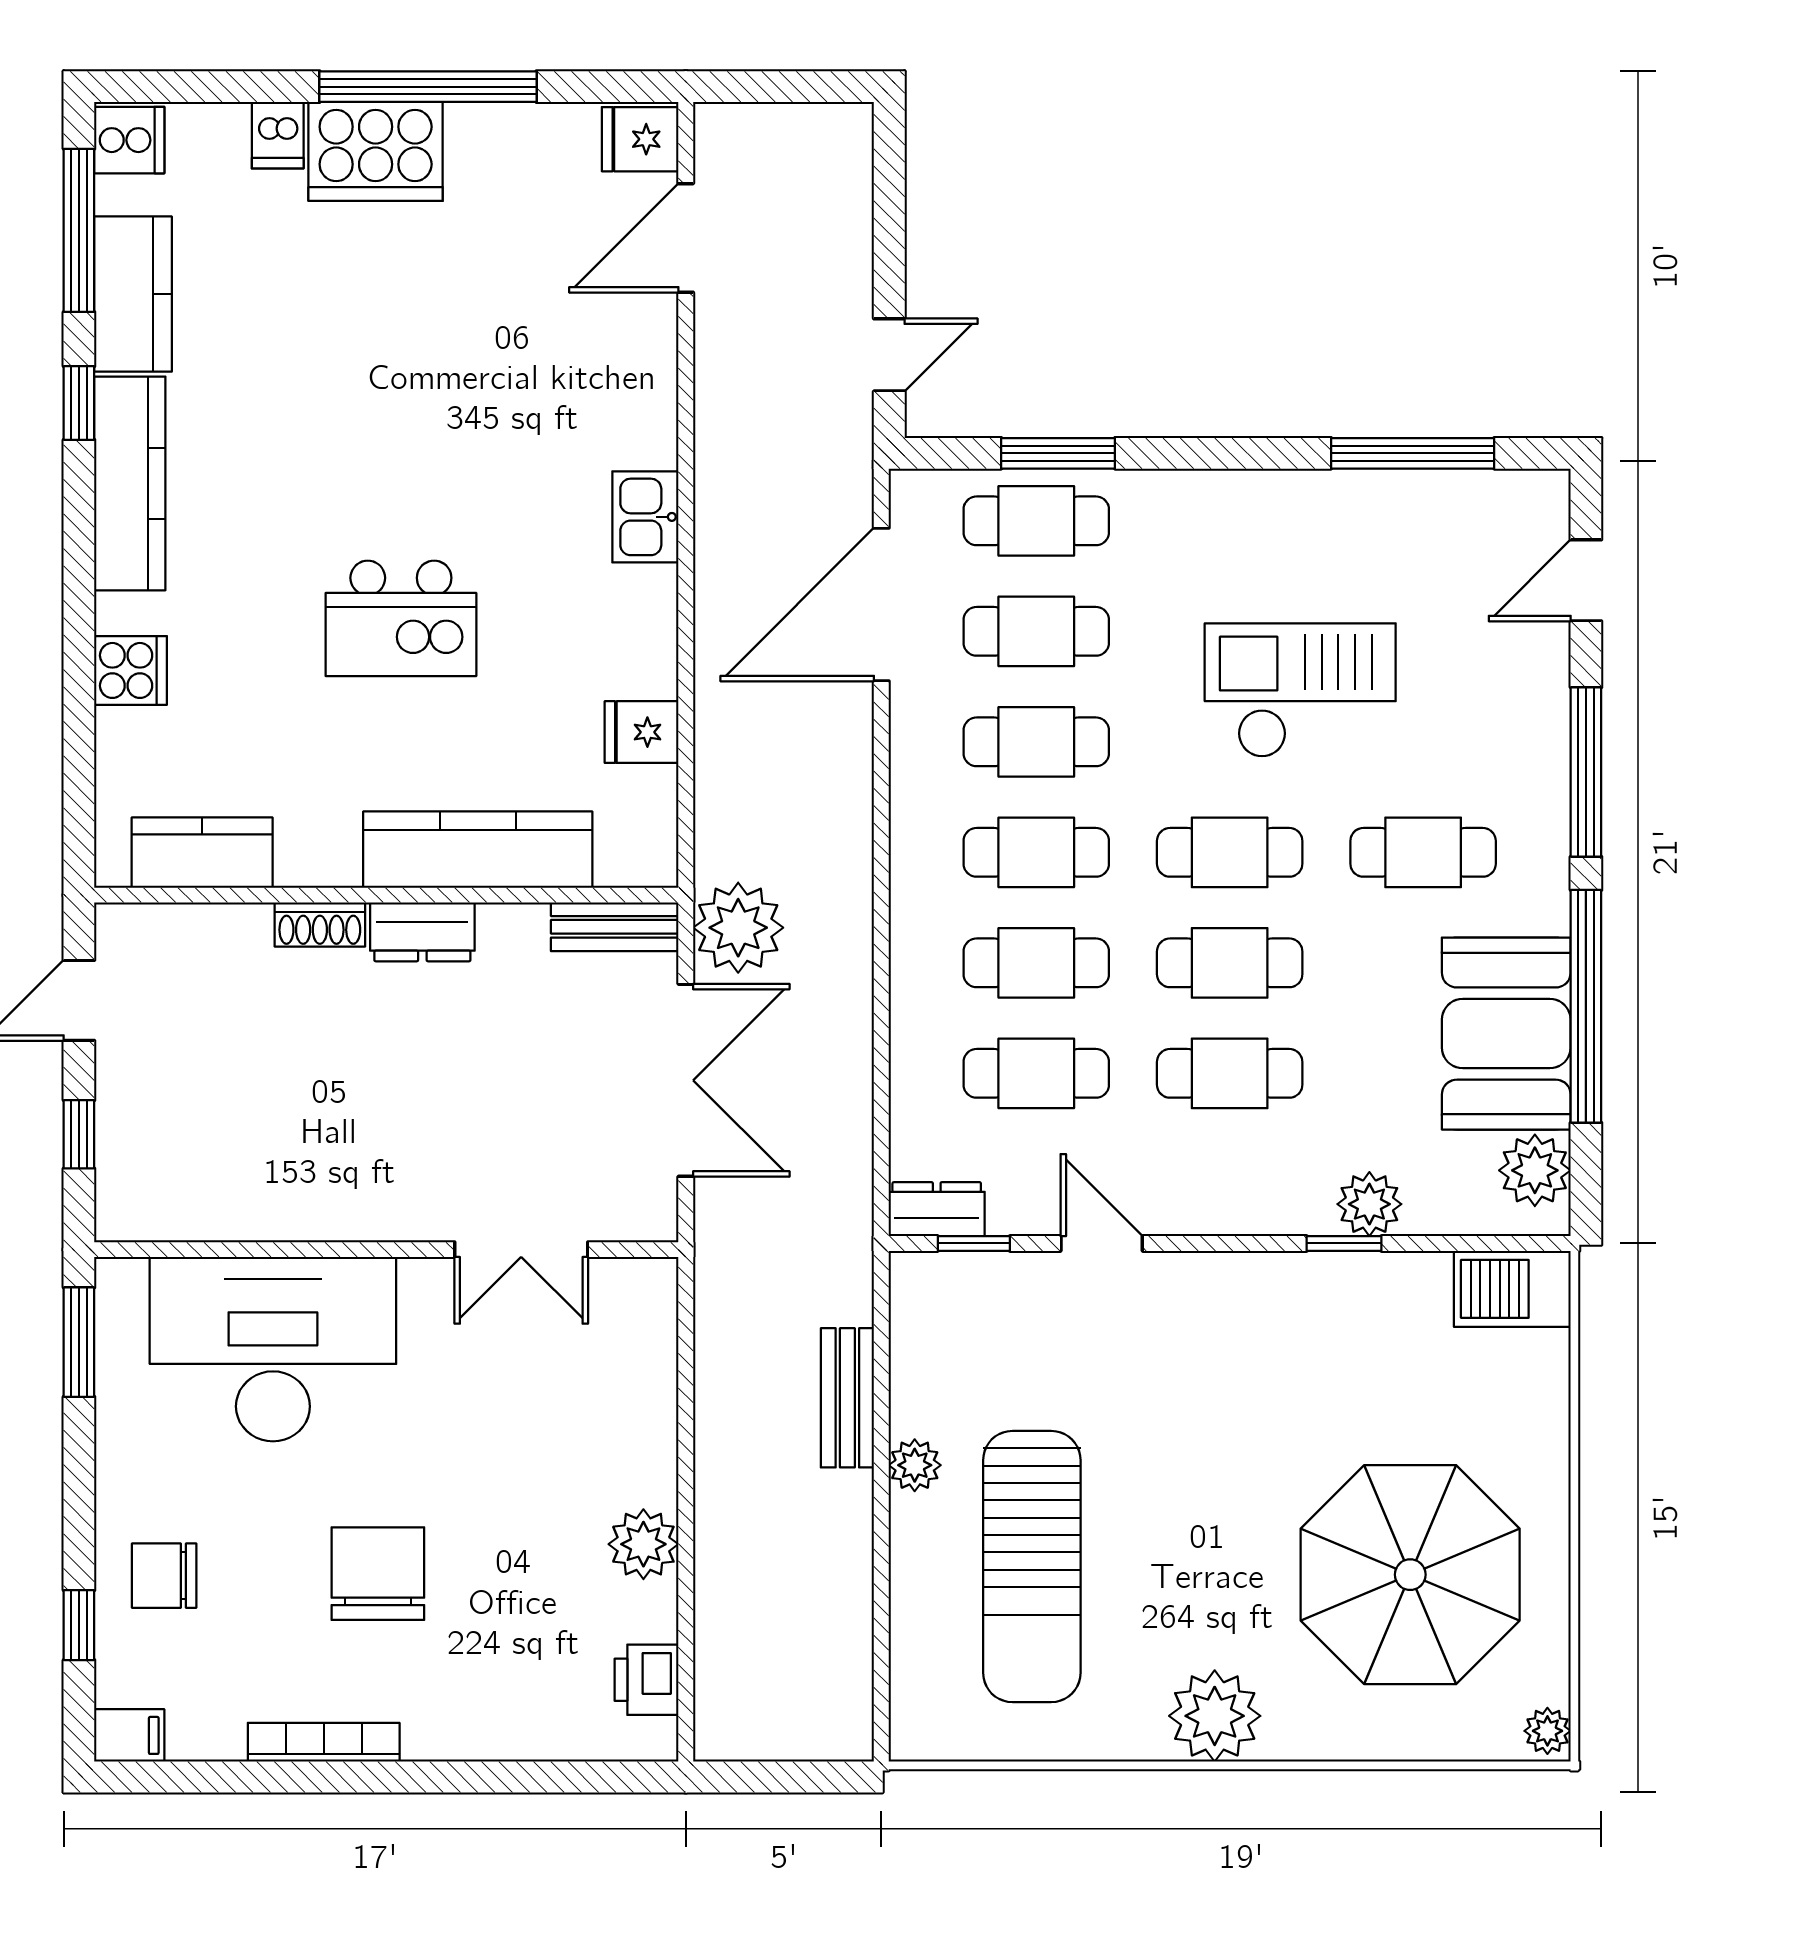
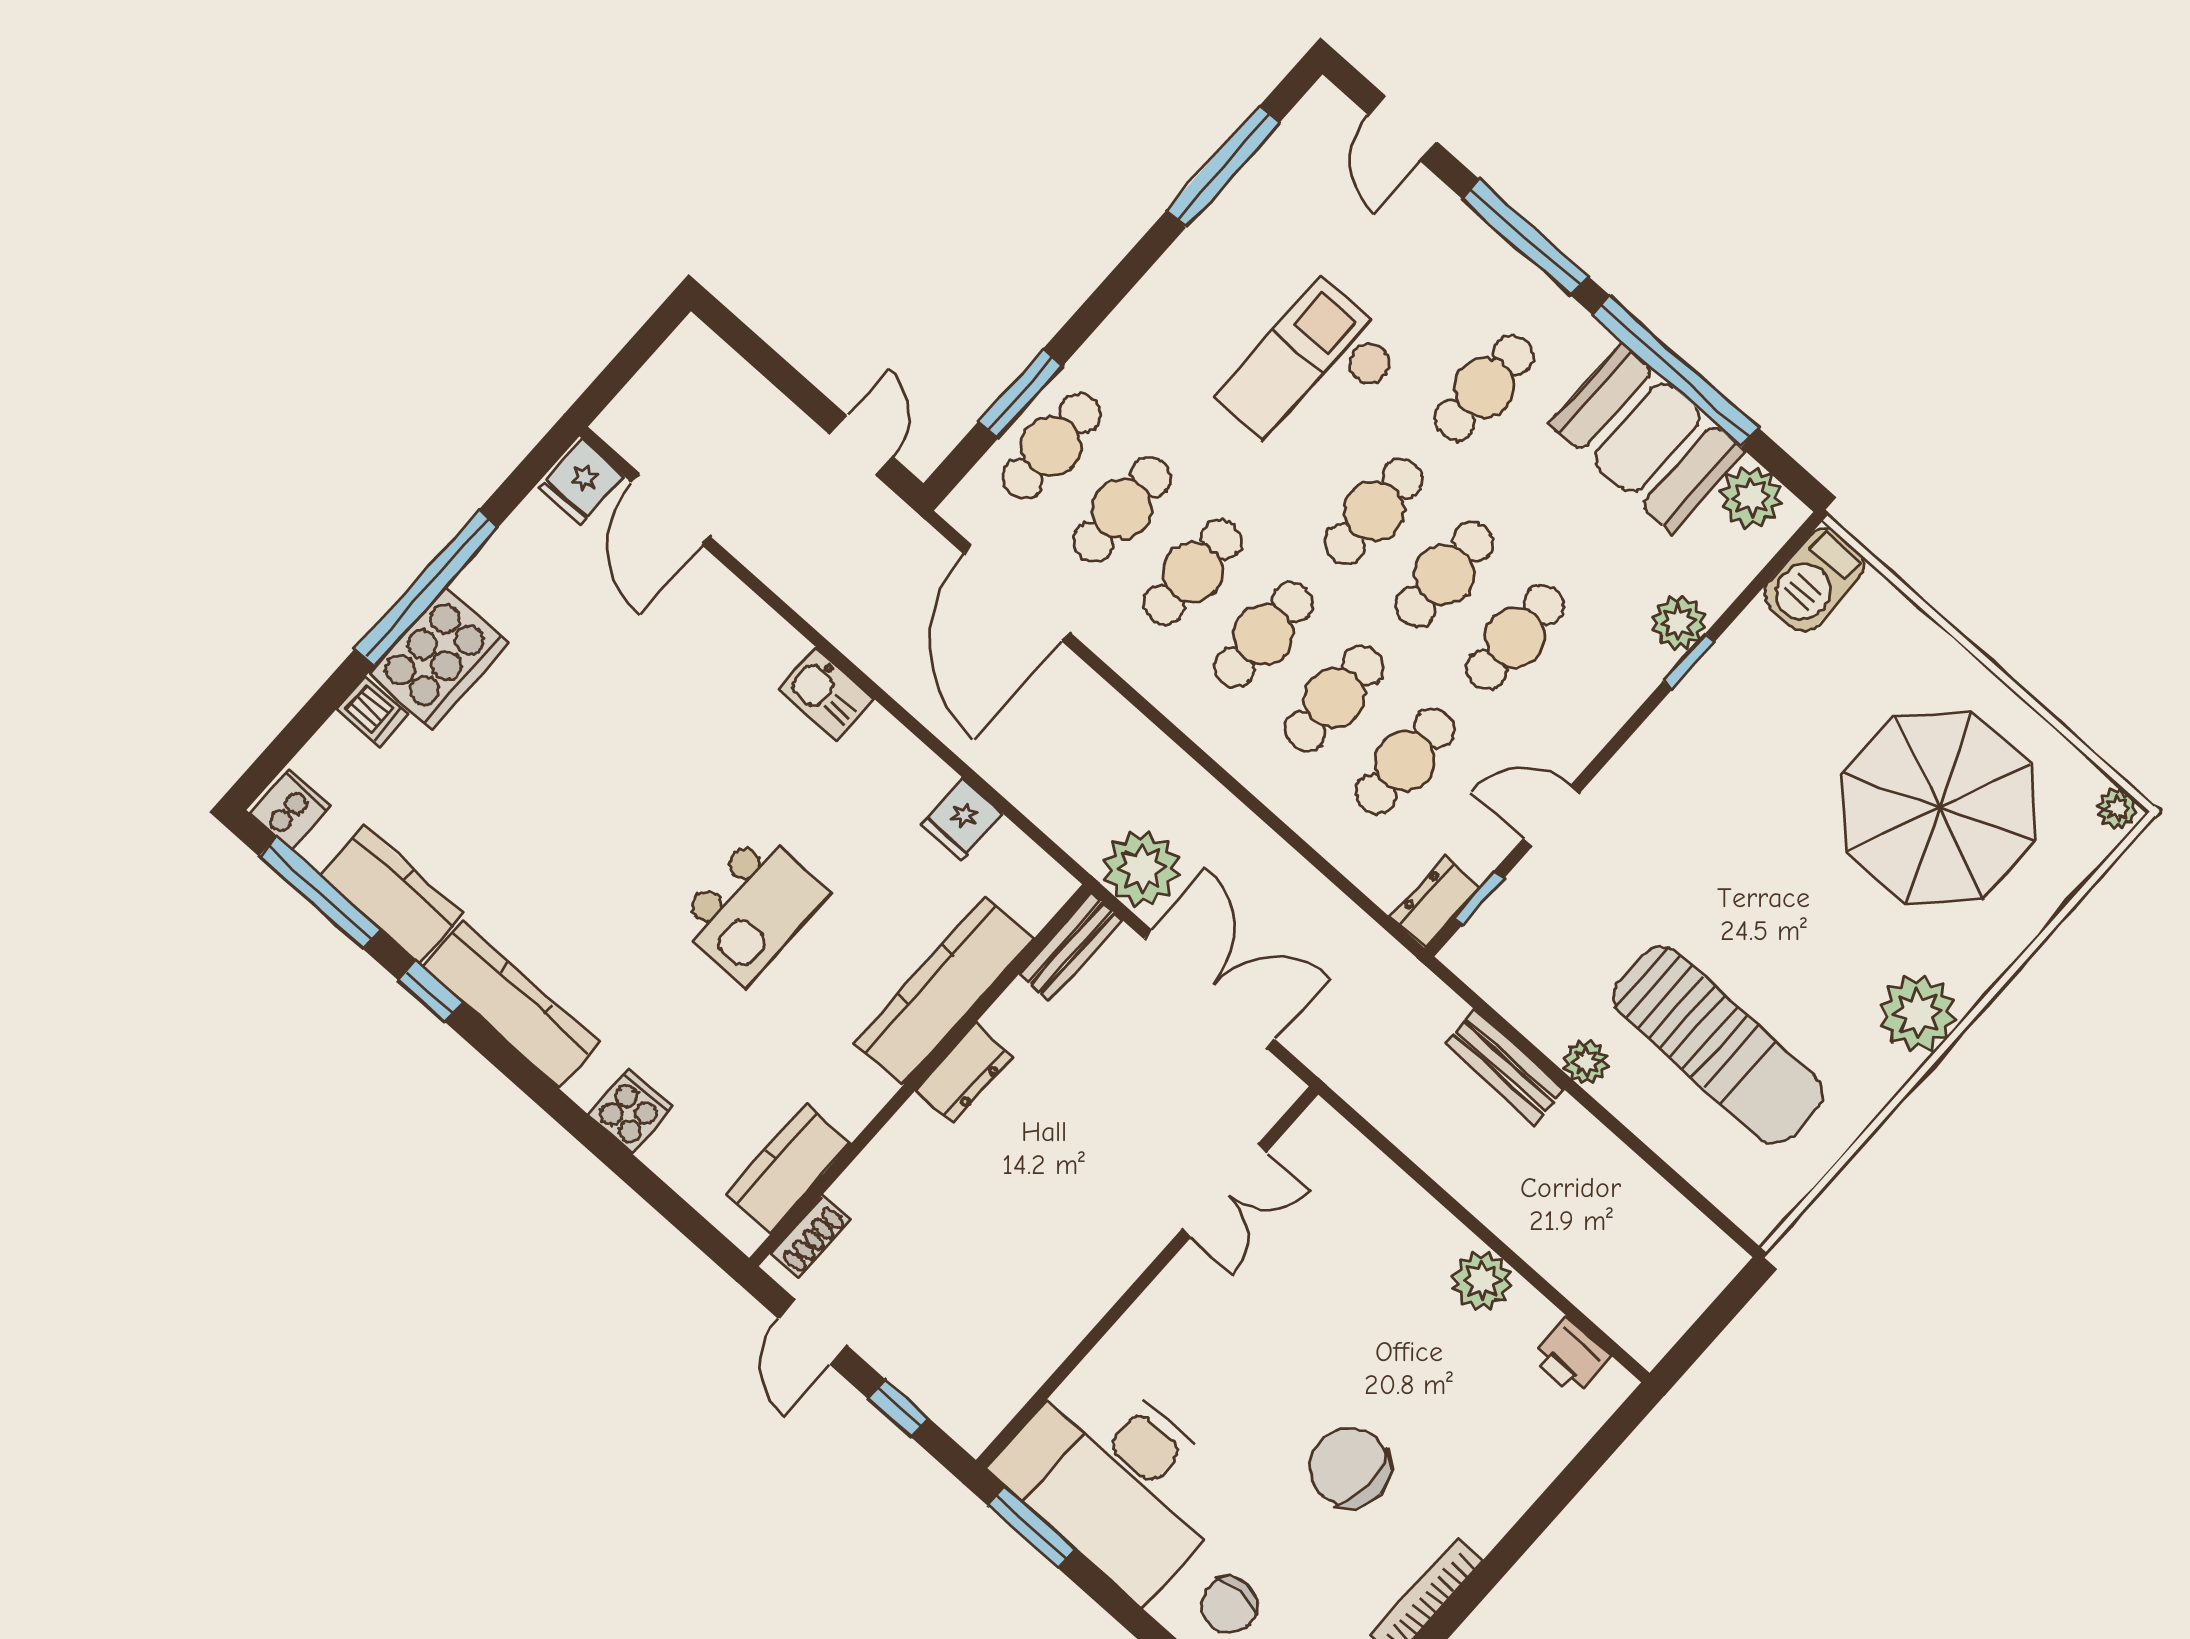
shoe rack: (320, 924) -> (810, 1237), moved
desk: (273, 1349) -> (1117, 1480), moved, turned -90

